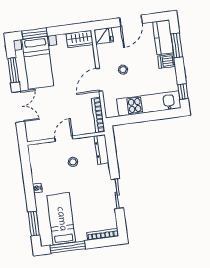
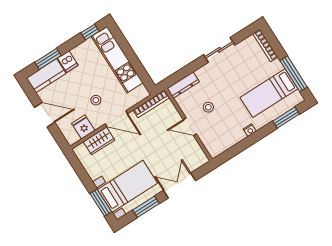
fridge: (104, 36) -> (83, 127), moved
wardrobe: (80, 39) -> (99, 141), moved, turned 90

